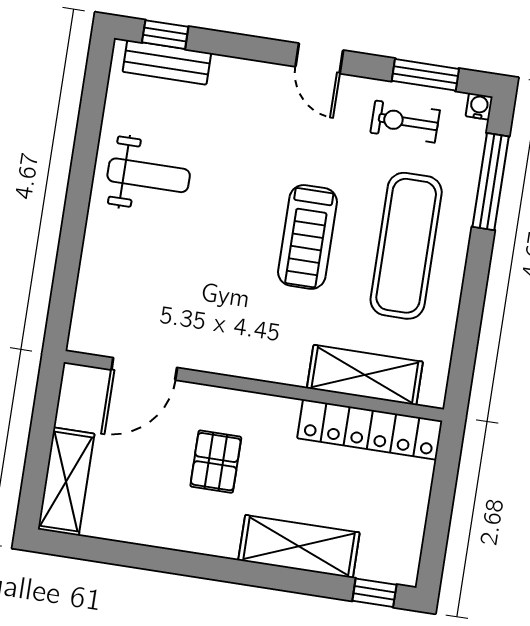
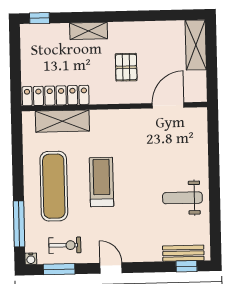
shelving: (299, 546) -> (89, 31), width x0.67, depth x0.75

